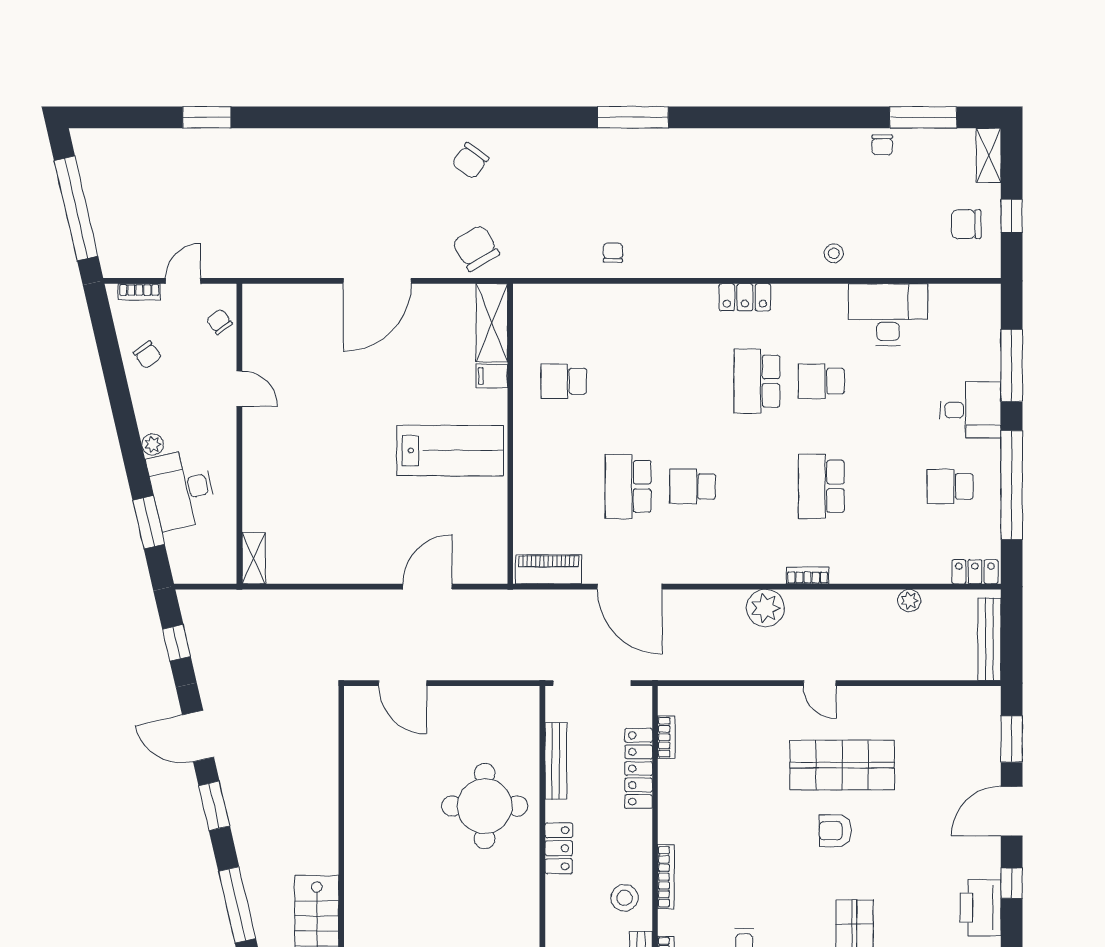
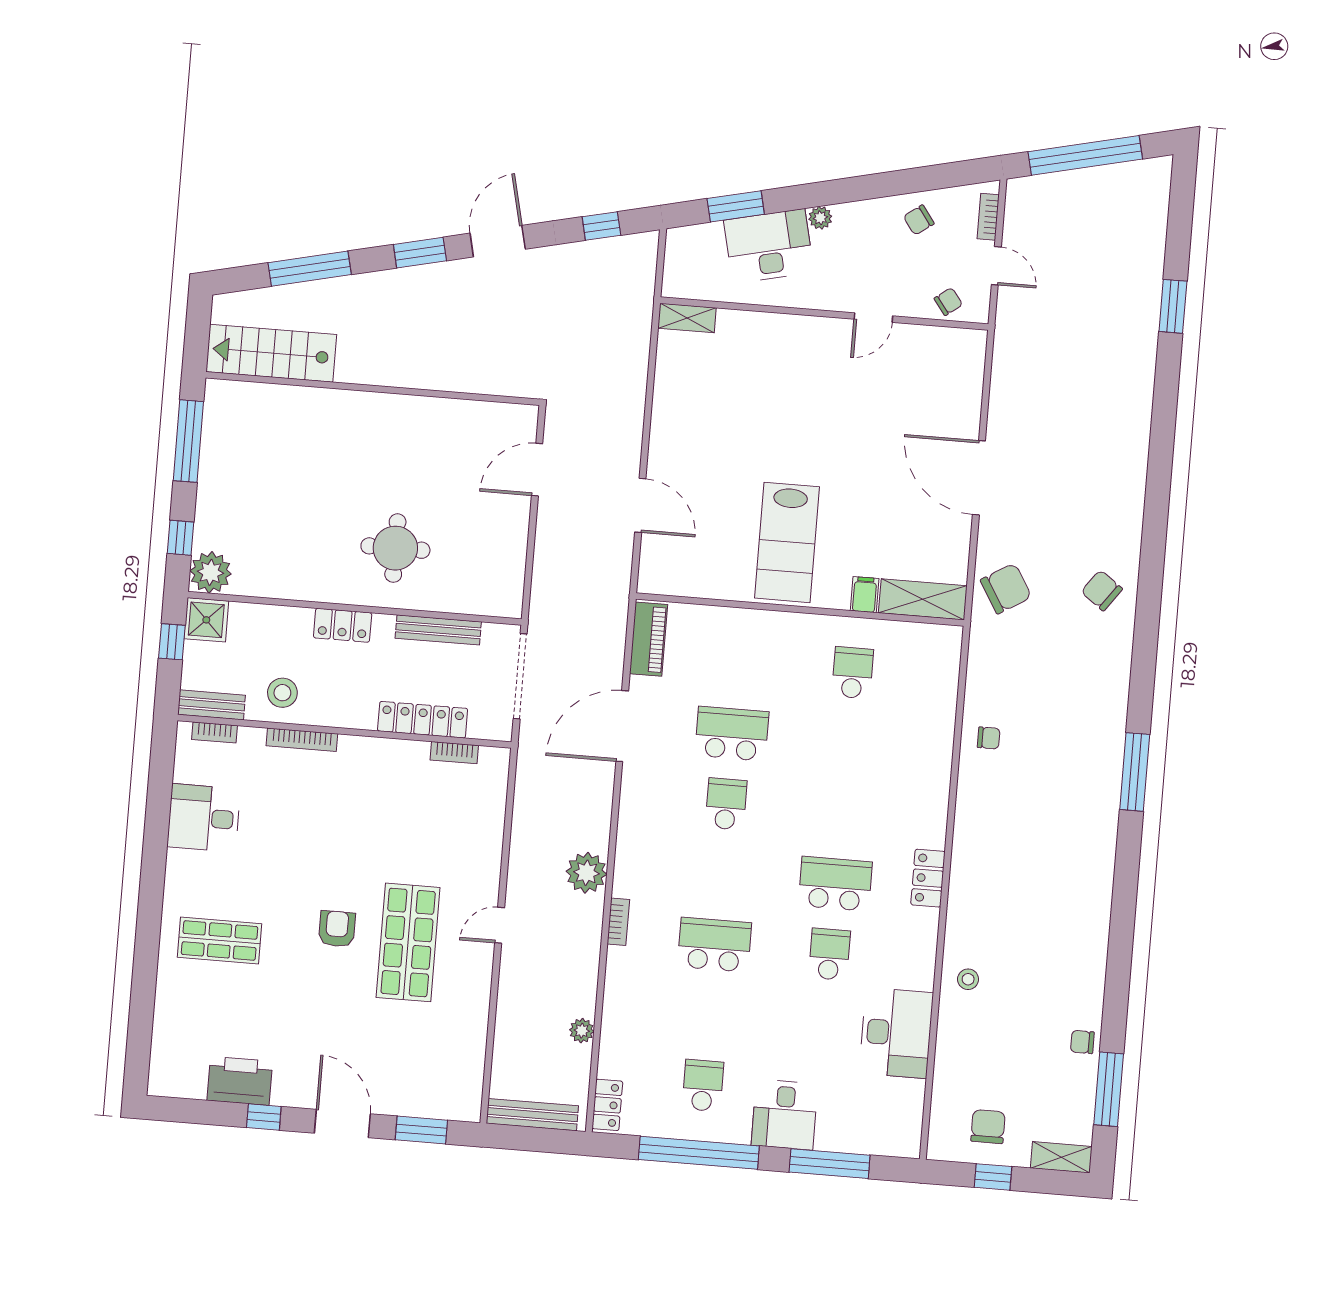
round table: (485, 806) -> (395, 548), width x0.73, depth x0.73

